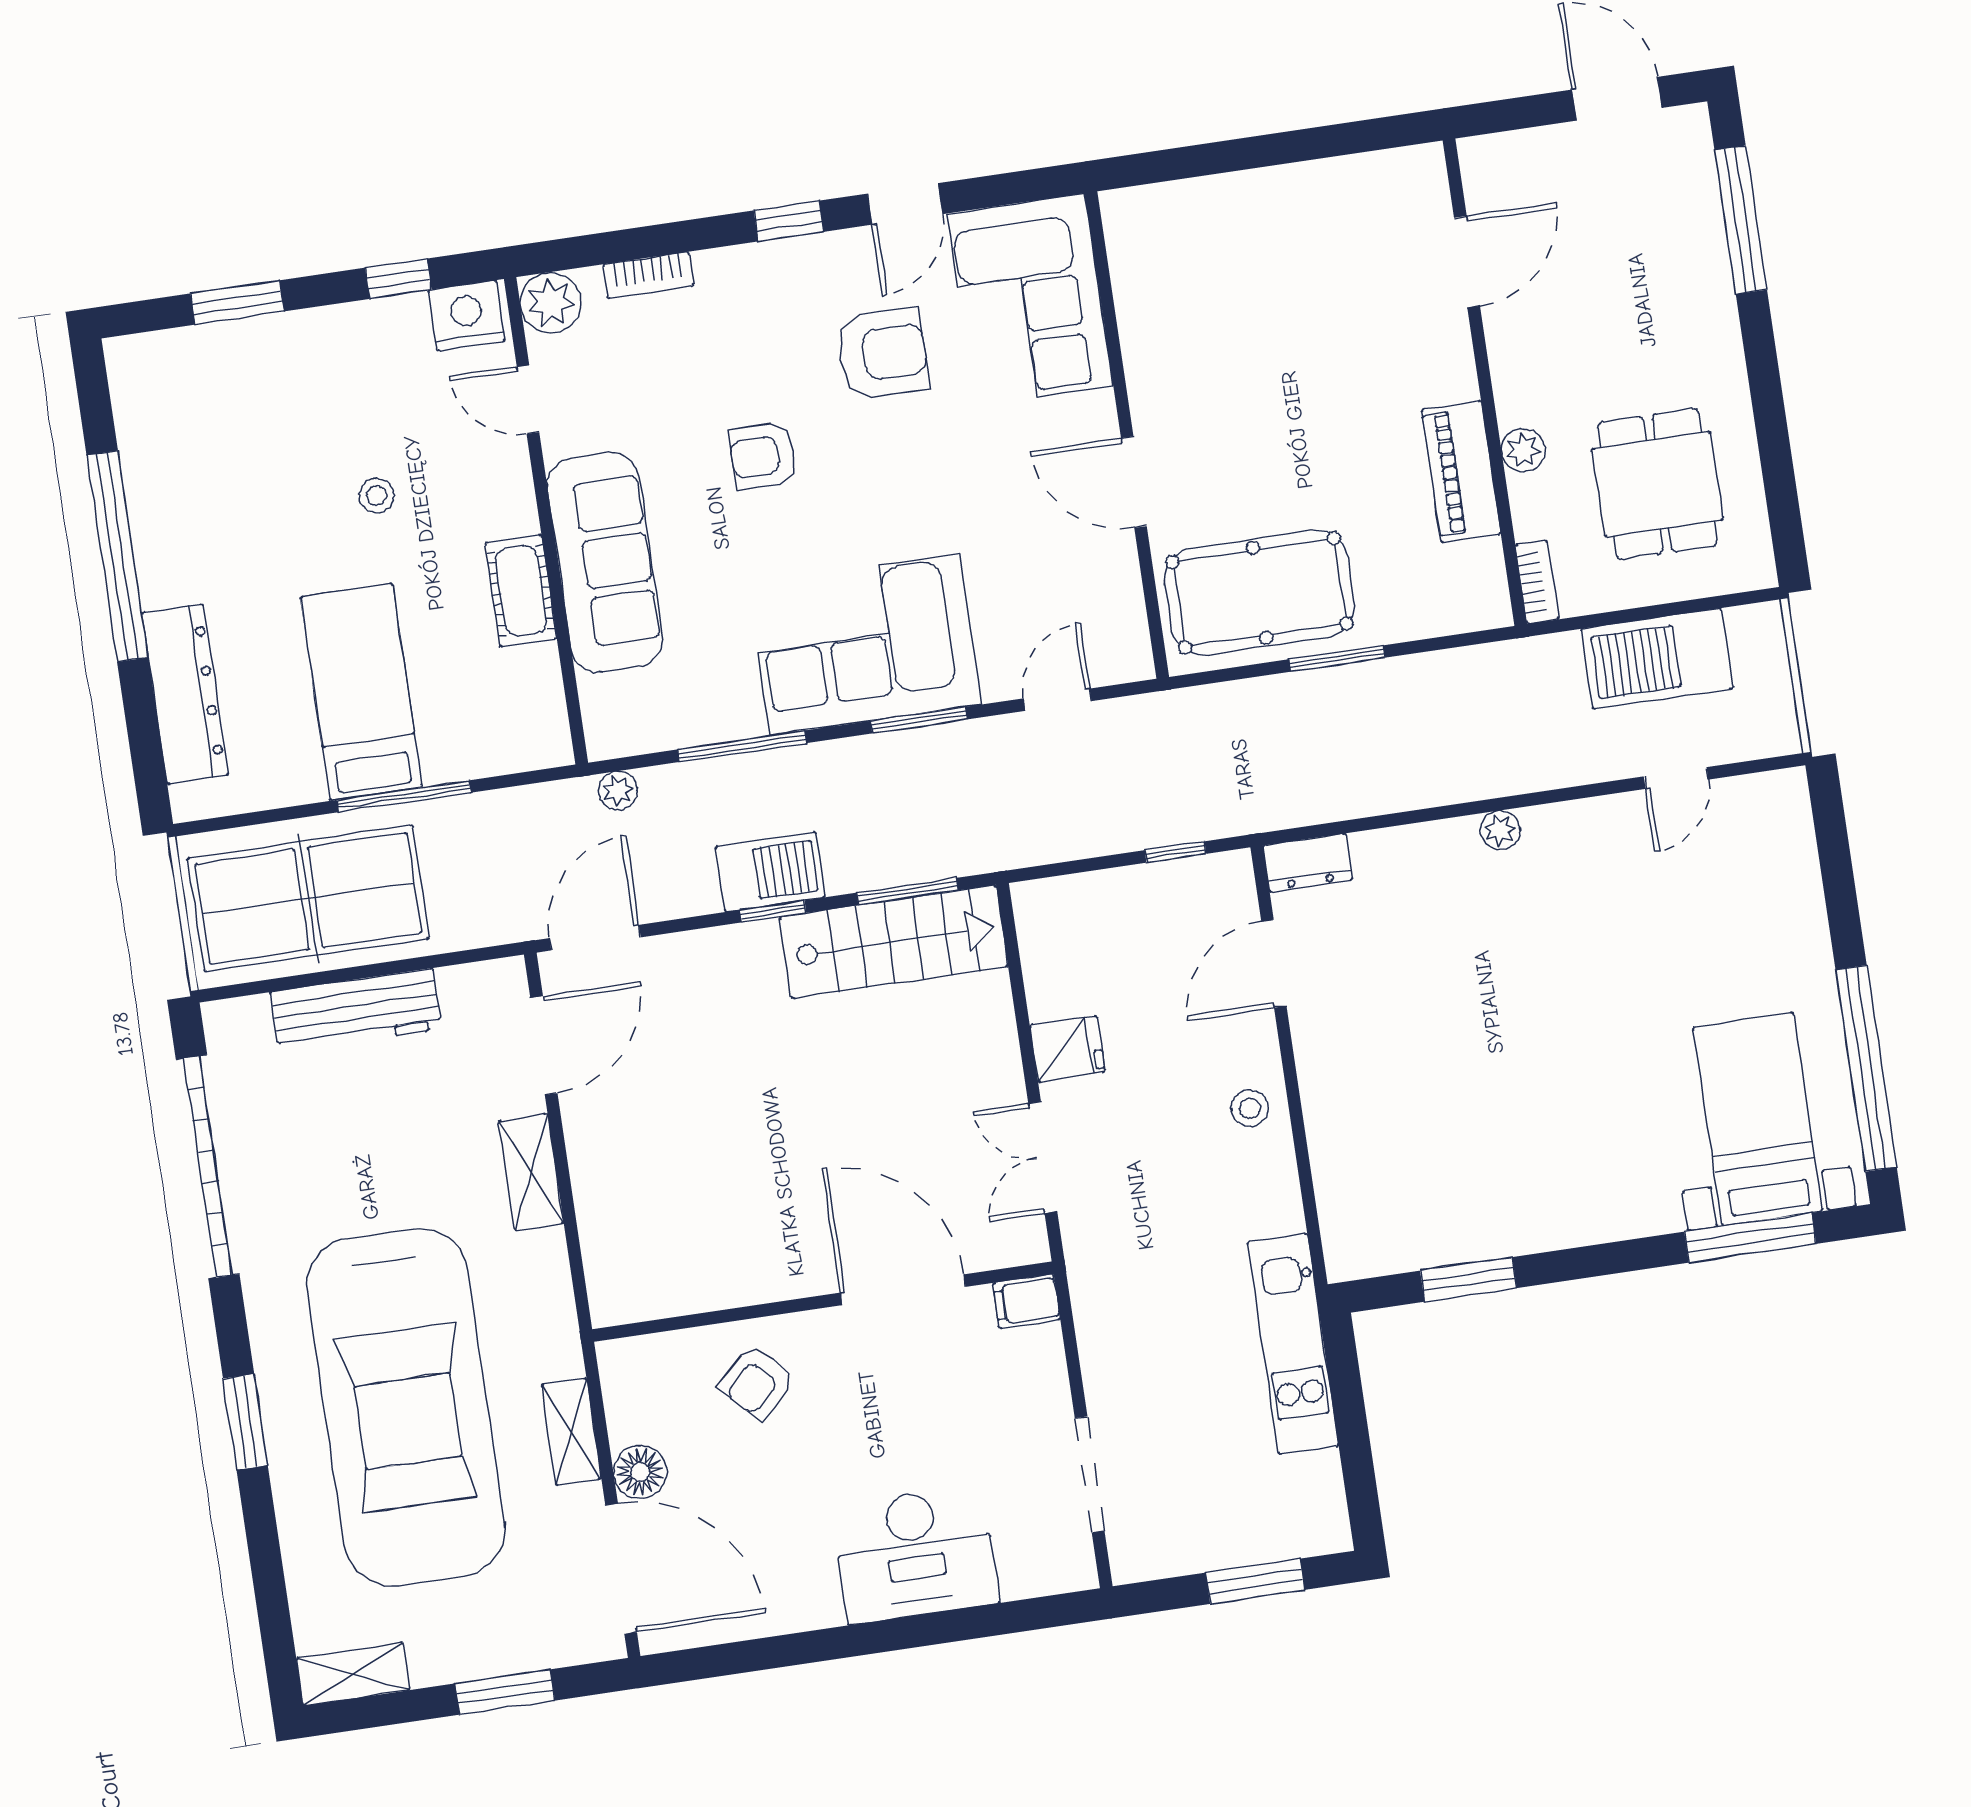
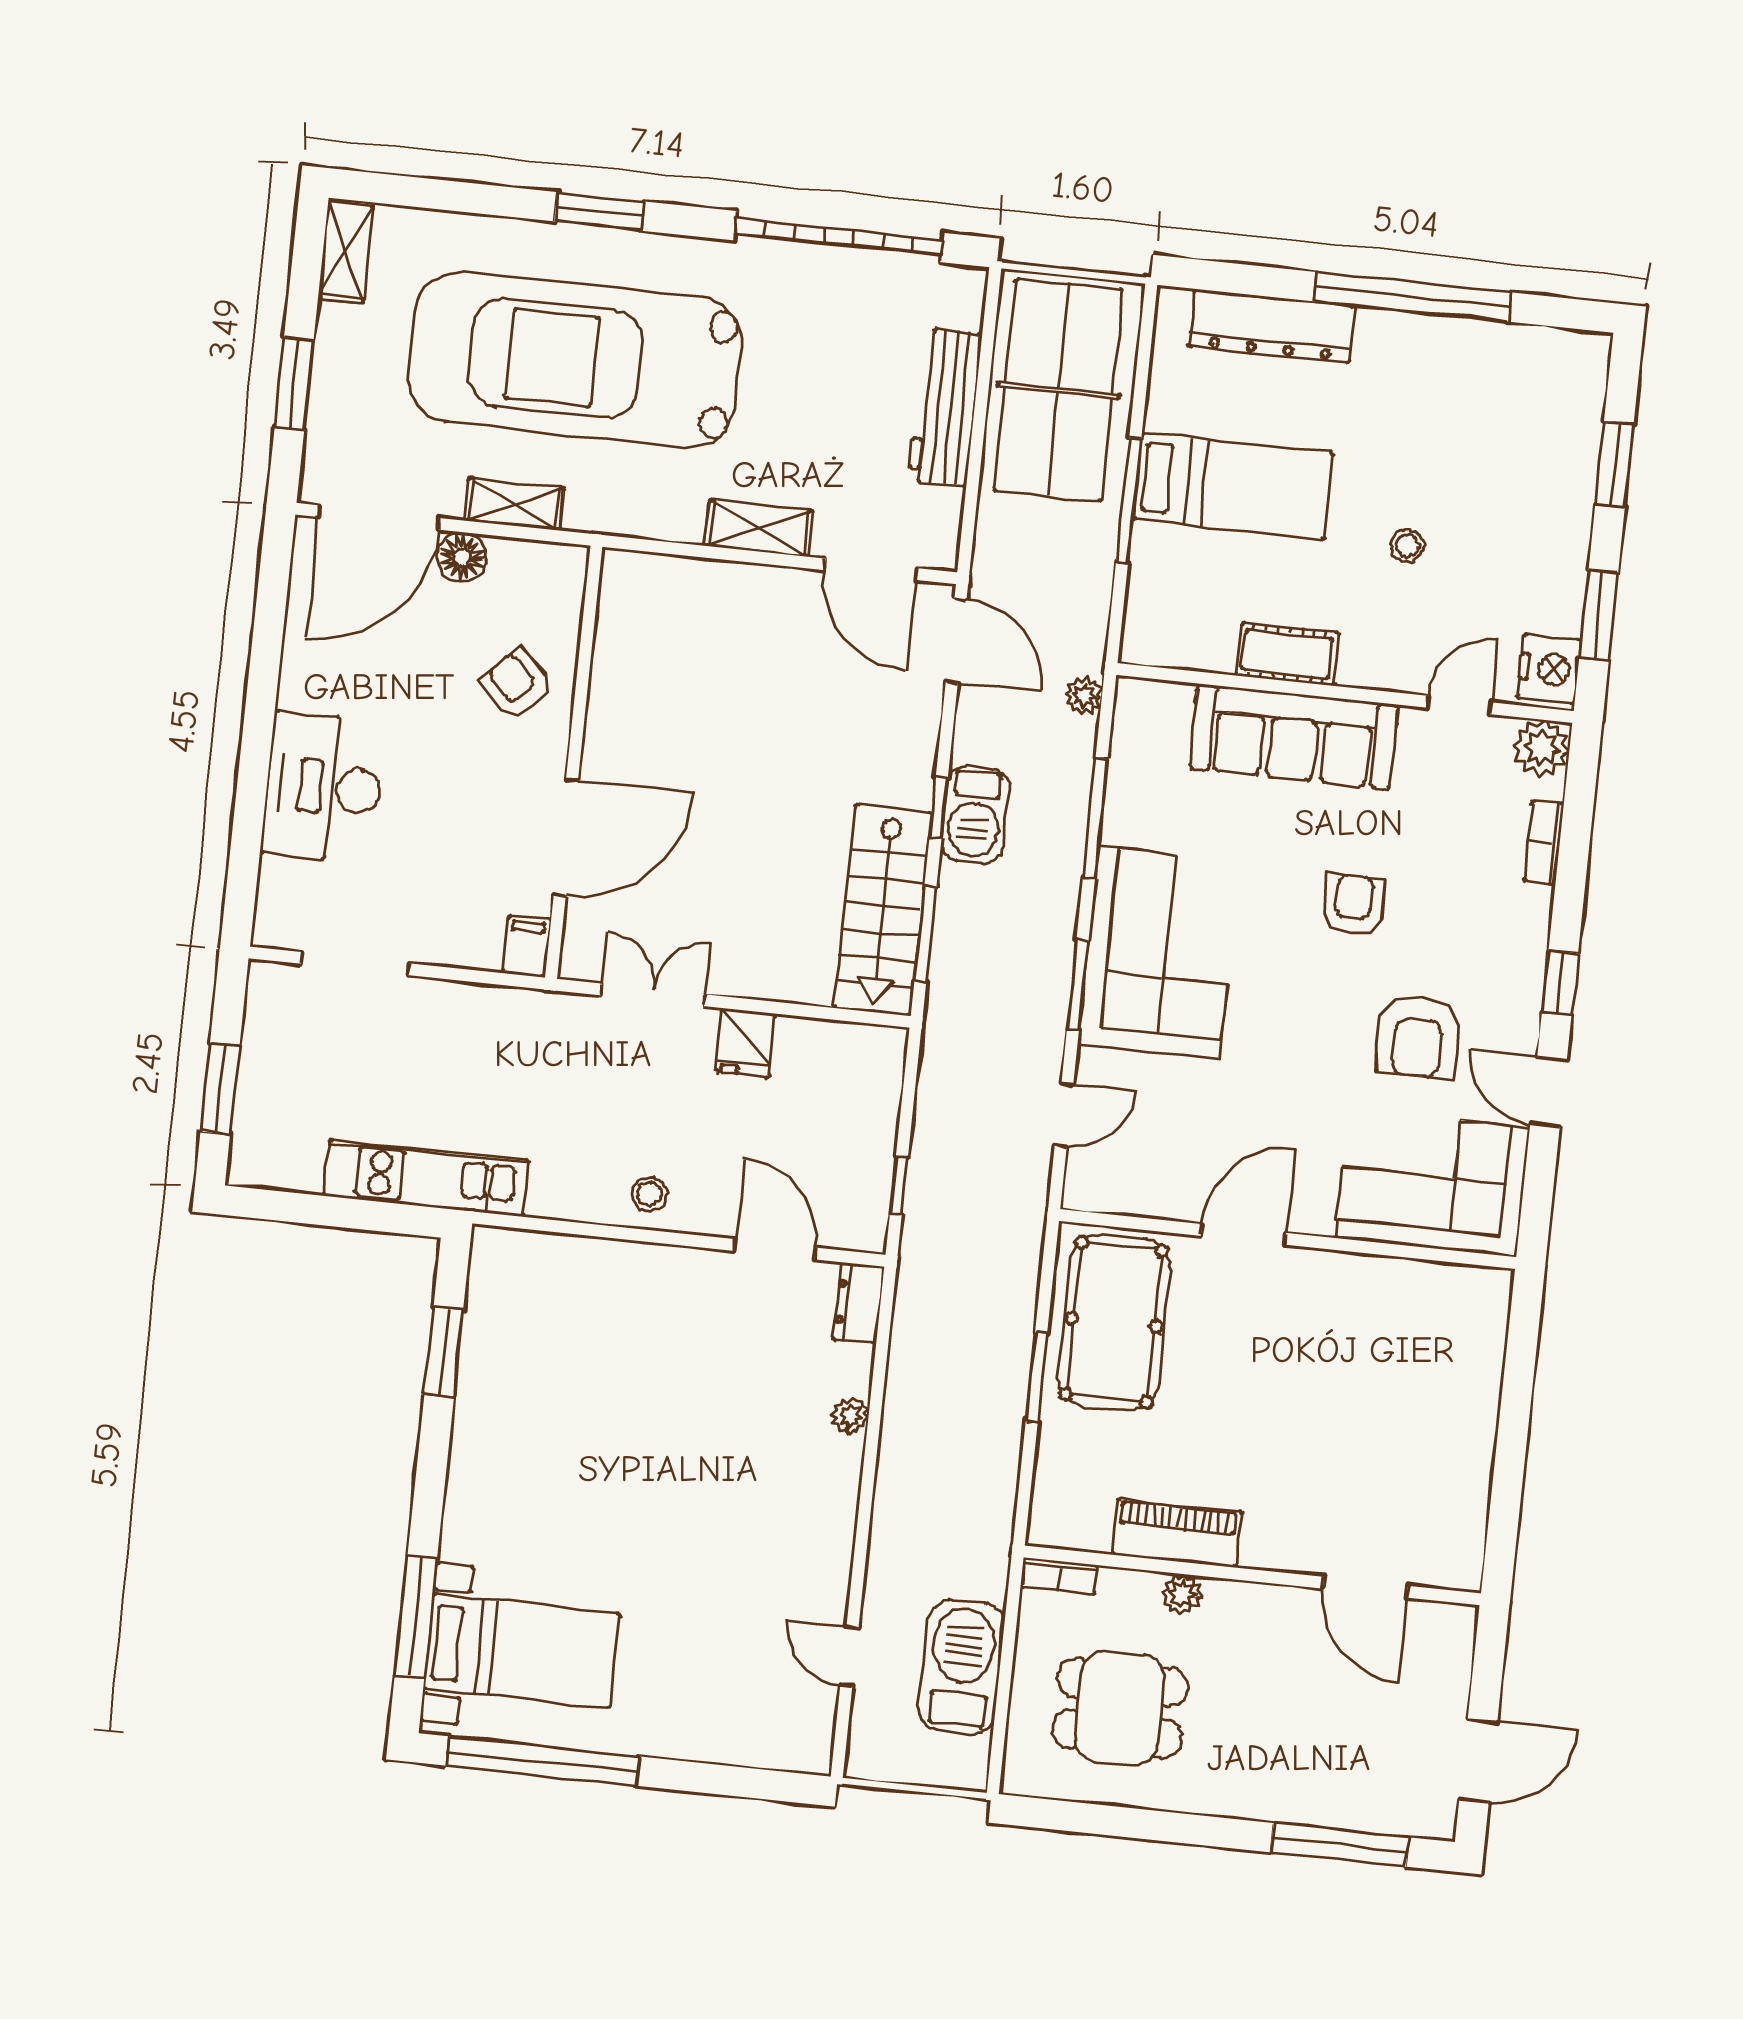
window: (398, 279) -> (1599, 616), width x1.50
door: (1057, 700) -> (1064, 1115), hinge flipped
plant: (1500, 830) -> (850, 1416), moved

